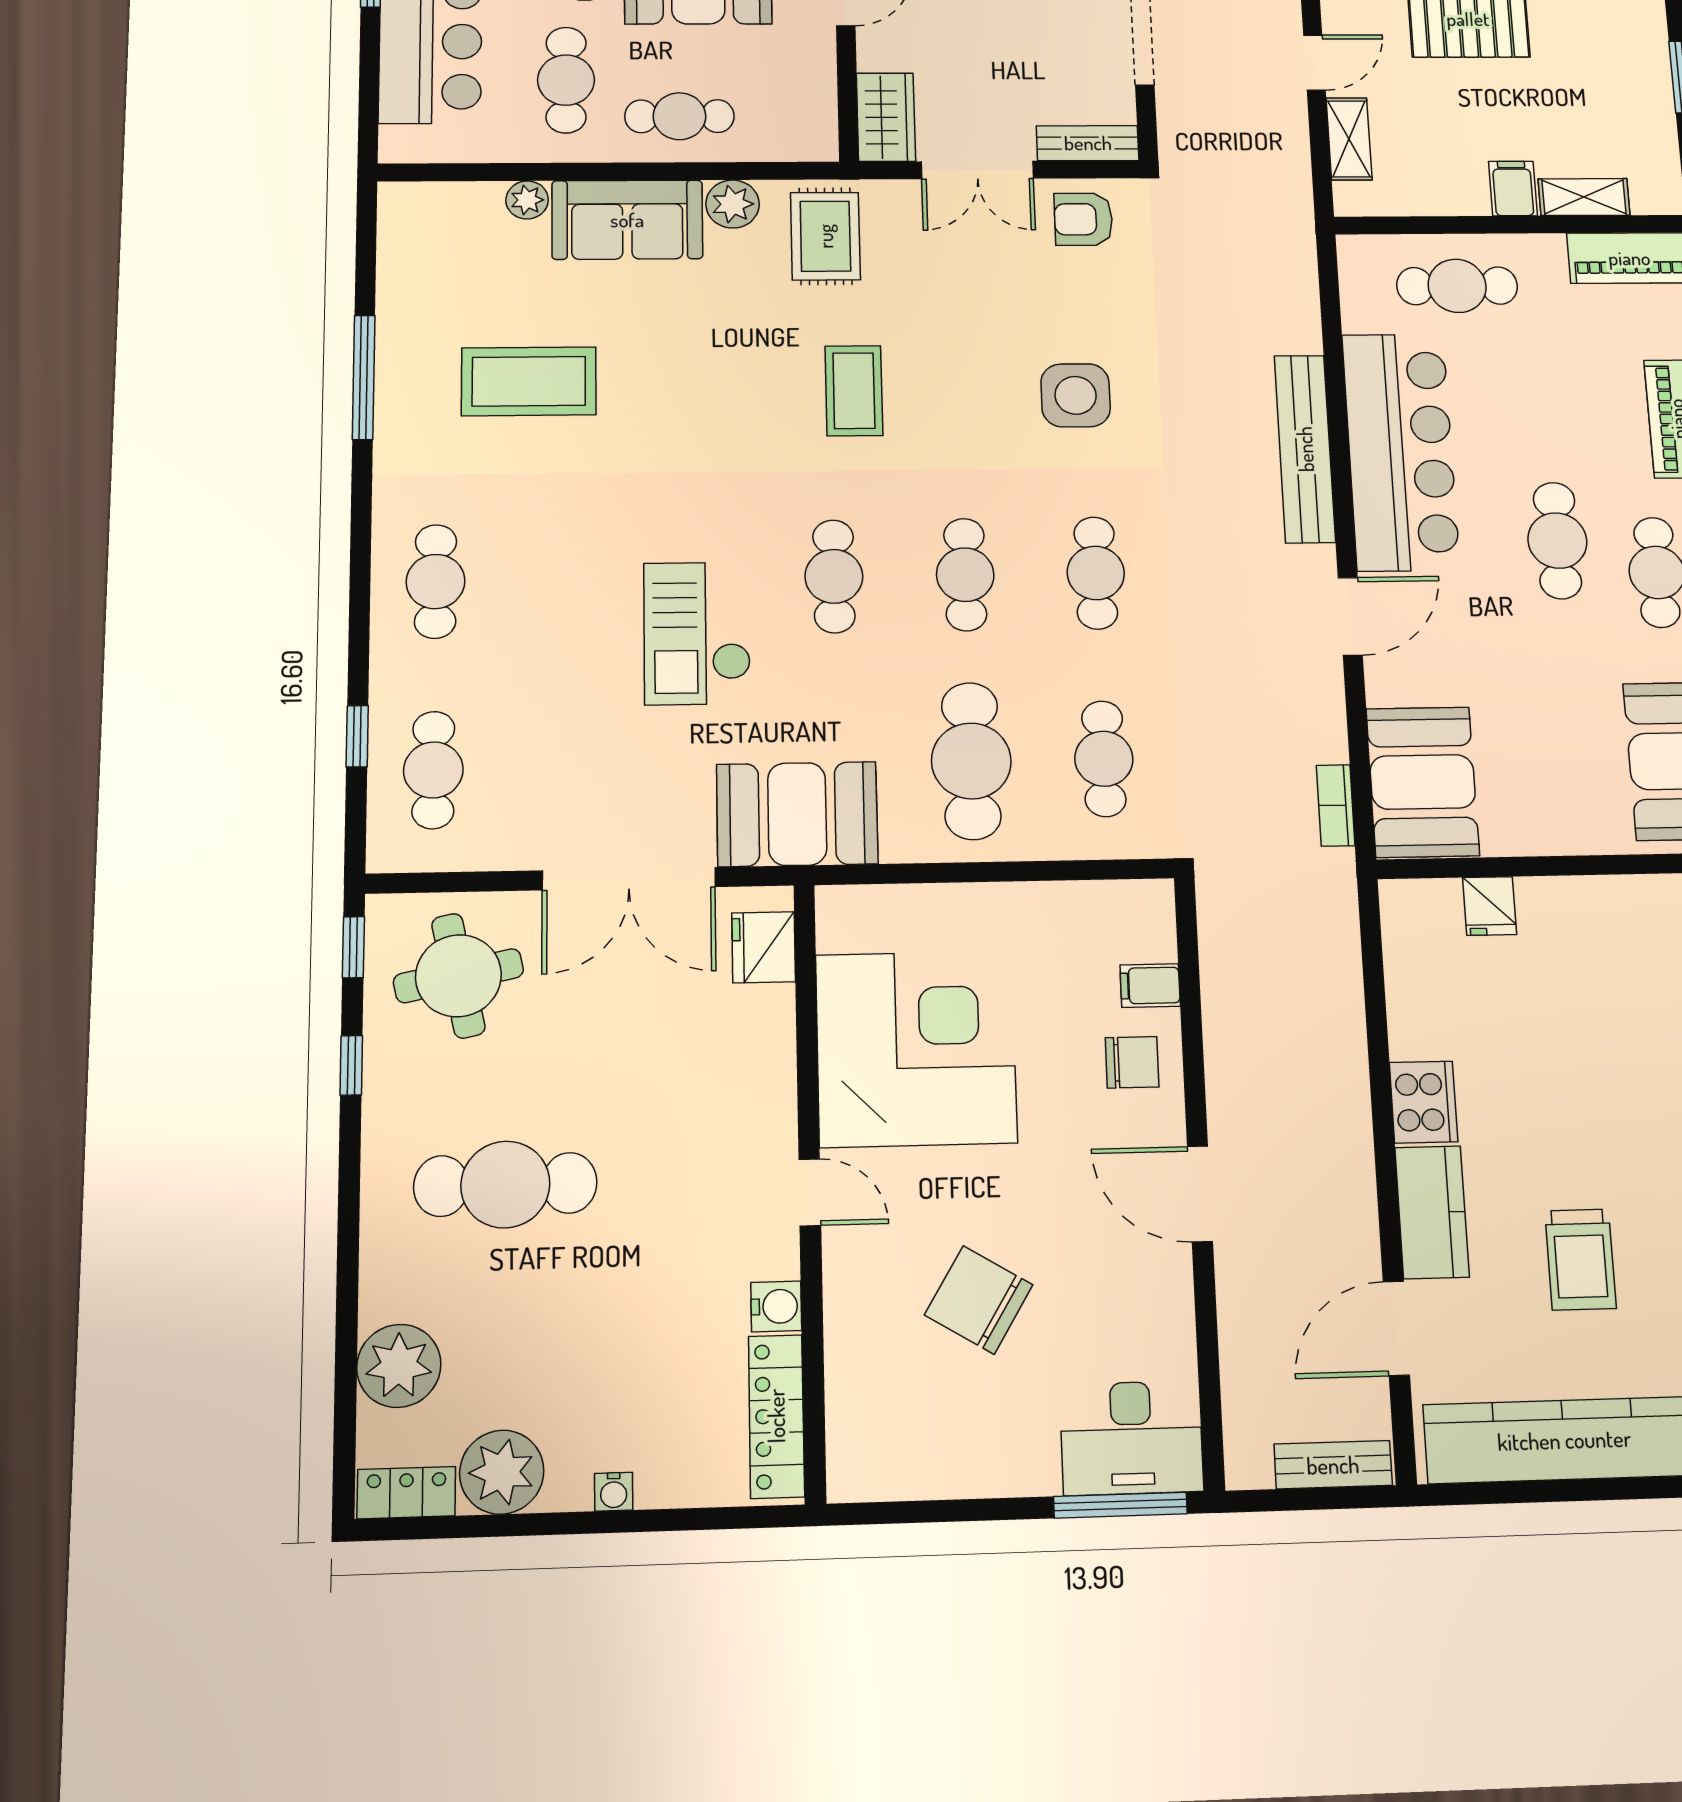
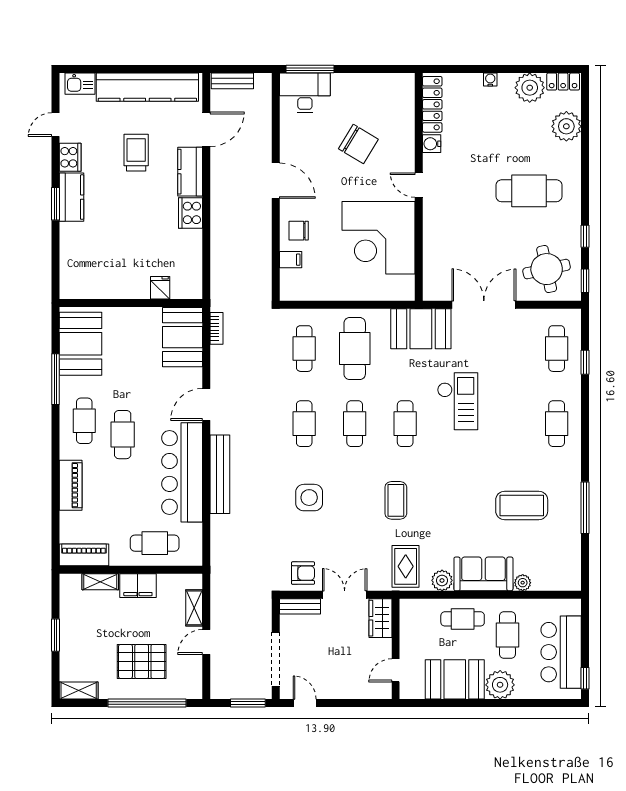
filing cabinet: (1513, 188) -> (138, 586), width x2.00
fridge: (764, 947) -> (434, 277), removed

